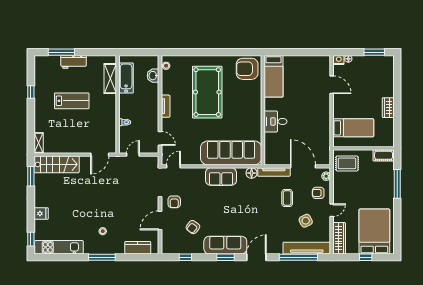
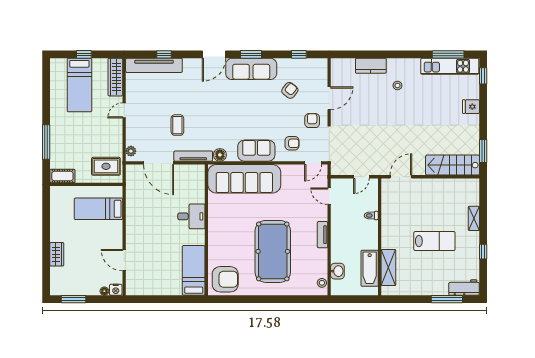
workbench: (74, 62) -> (464, 288), moved
lab bench: (72, 101) -> (434, 241), turned 180
wardrobe: (388, 108) -> (57, 254), moved
shelving: (39, 143) -> (474, 218), moved
armchair: (318, 193) -> (292, 143), moved
side table: (306, 221) -> (155, 98), removed
bed: (374, 232) -> (79, 85), width x0.67
kitchen counter: (138, 248) -> (371, 66), moved
window: (102, 257) -> (448, 54), moved
window: (298, 257) -> (164, 54), width x0.32

